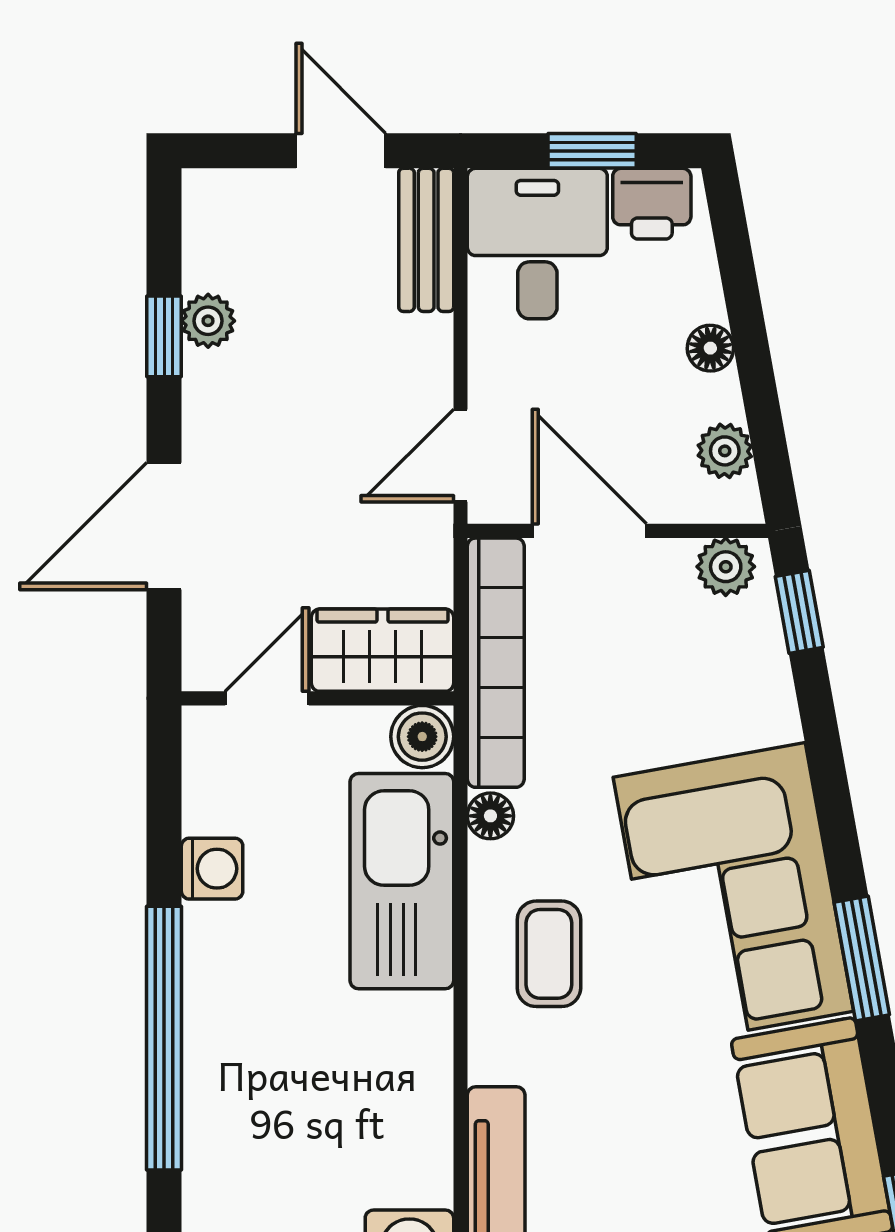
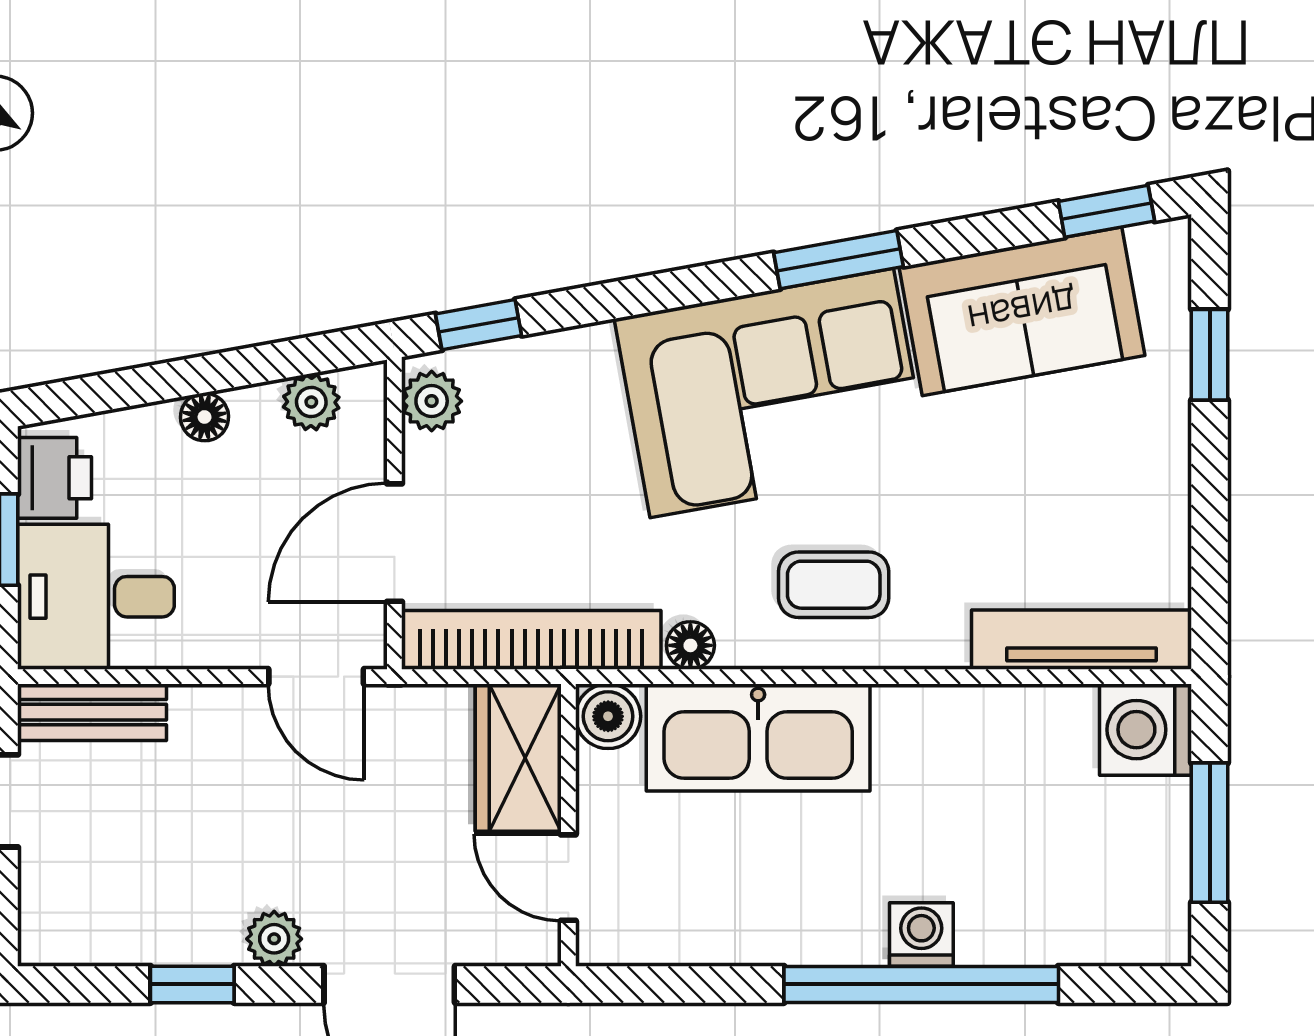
plant: (208, 321) -> (274, 939), moved
washing machine: (212, 869) -> (921, 935), moved

